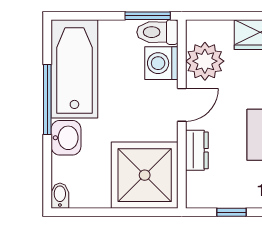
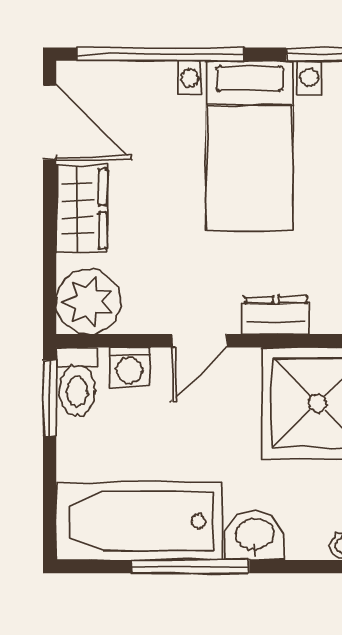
plant: (205, 61) -> (89, 302), moved
washing machine: (161, 63) -> (129, 367), width x0.73, depth x0.73
door: (182, 105) -> (199, 341), swing flipped

